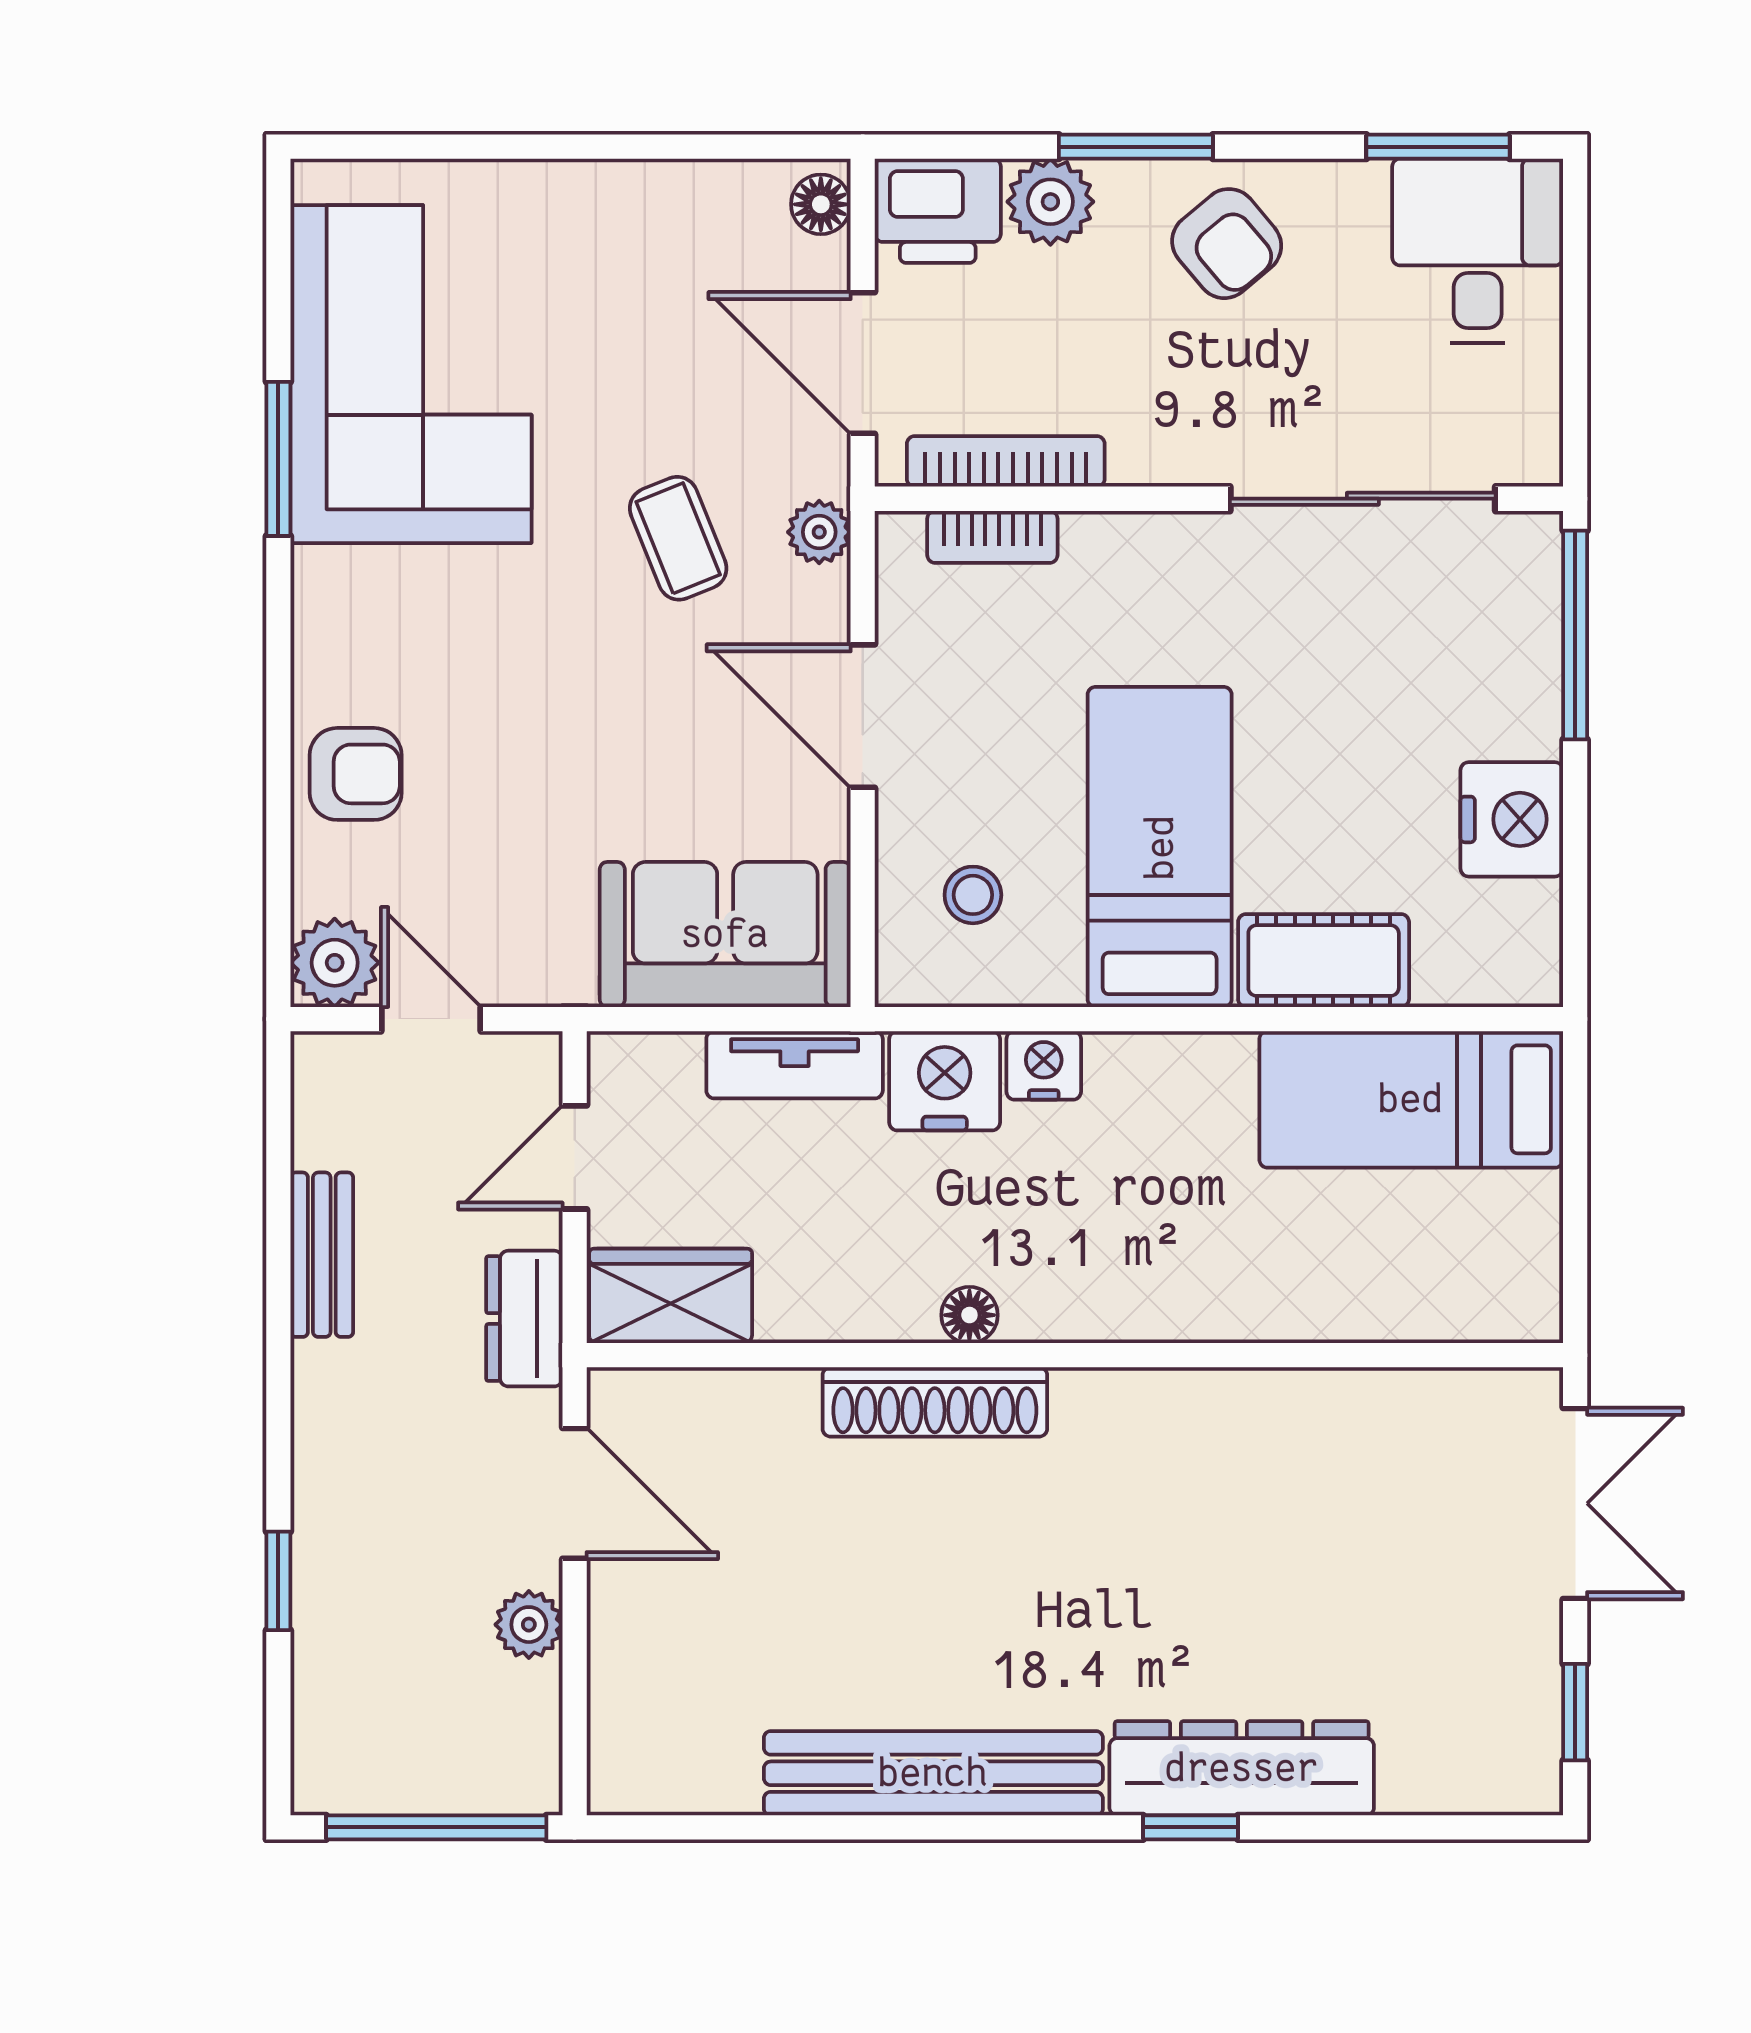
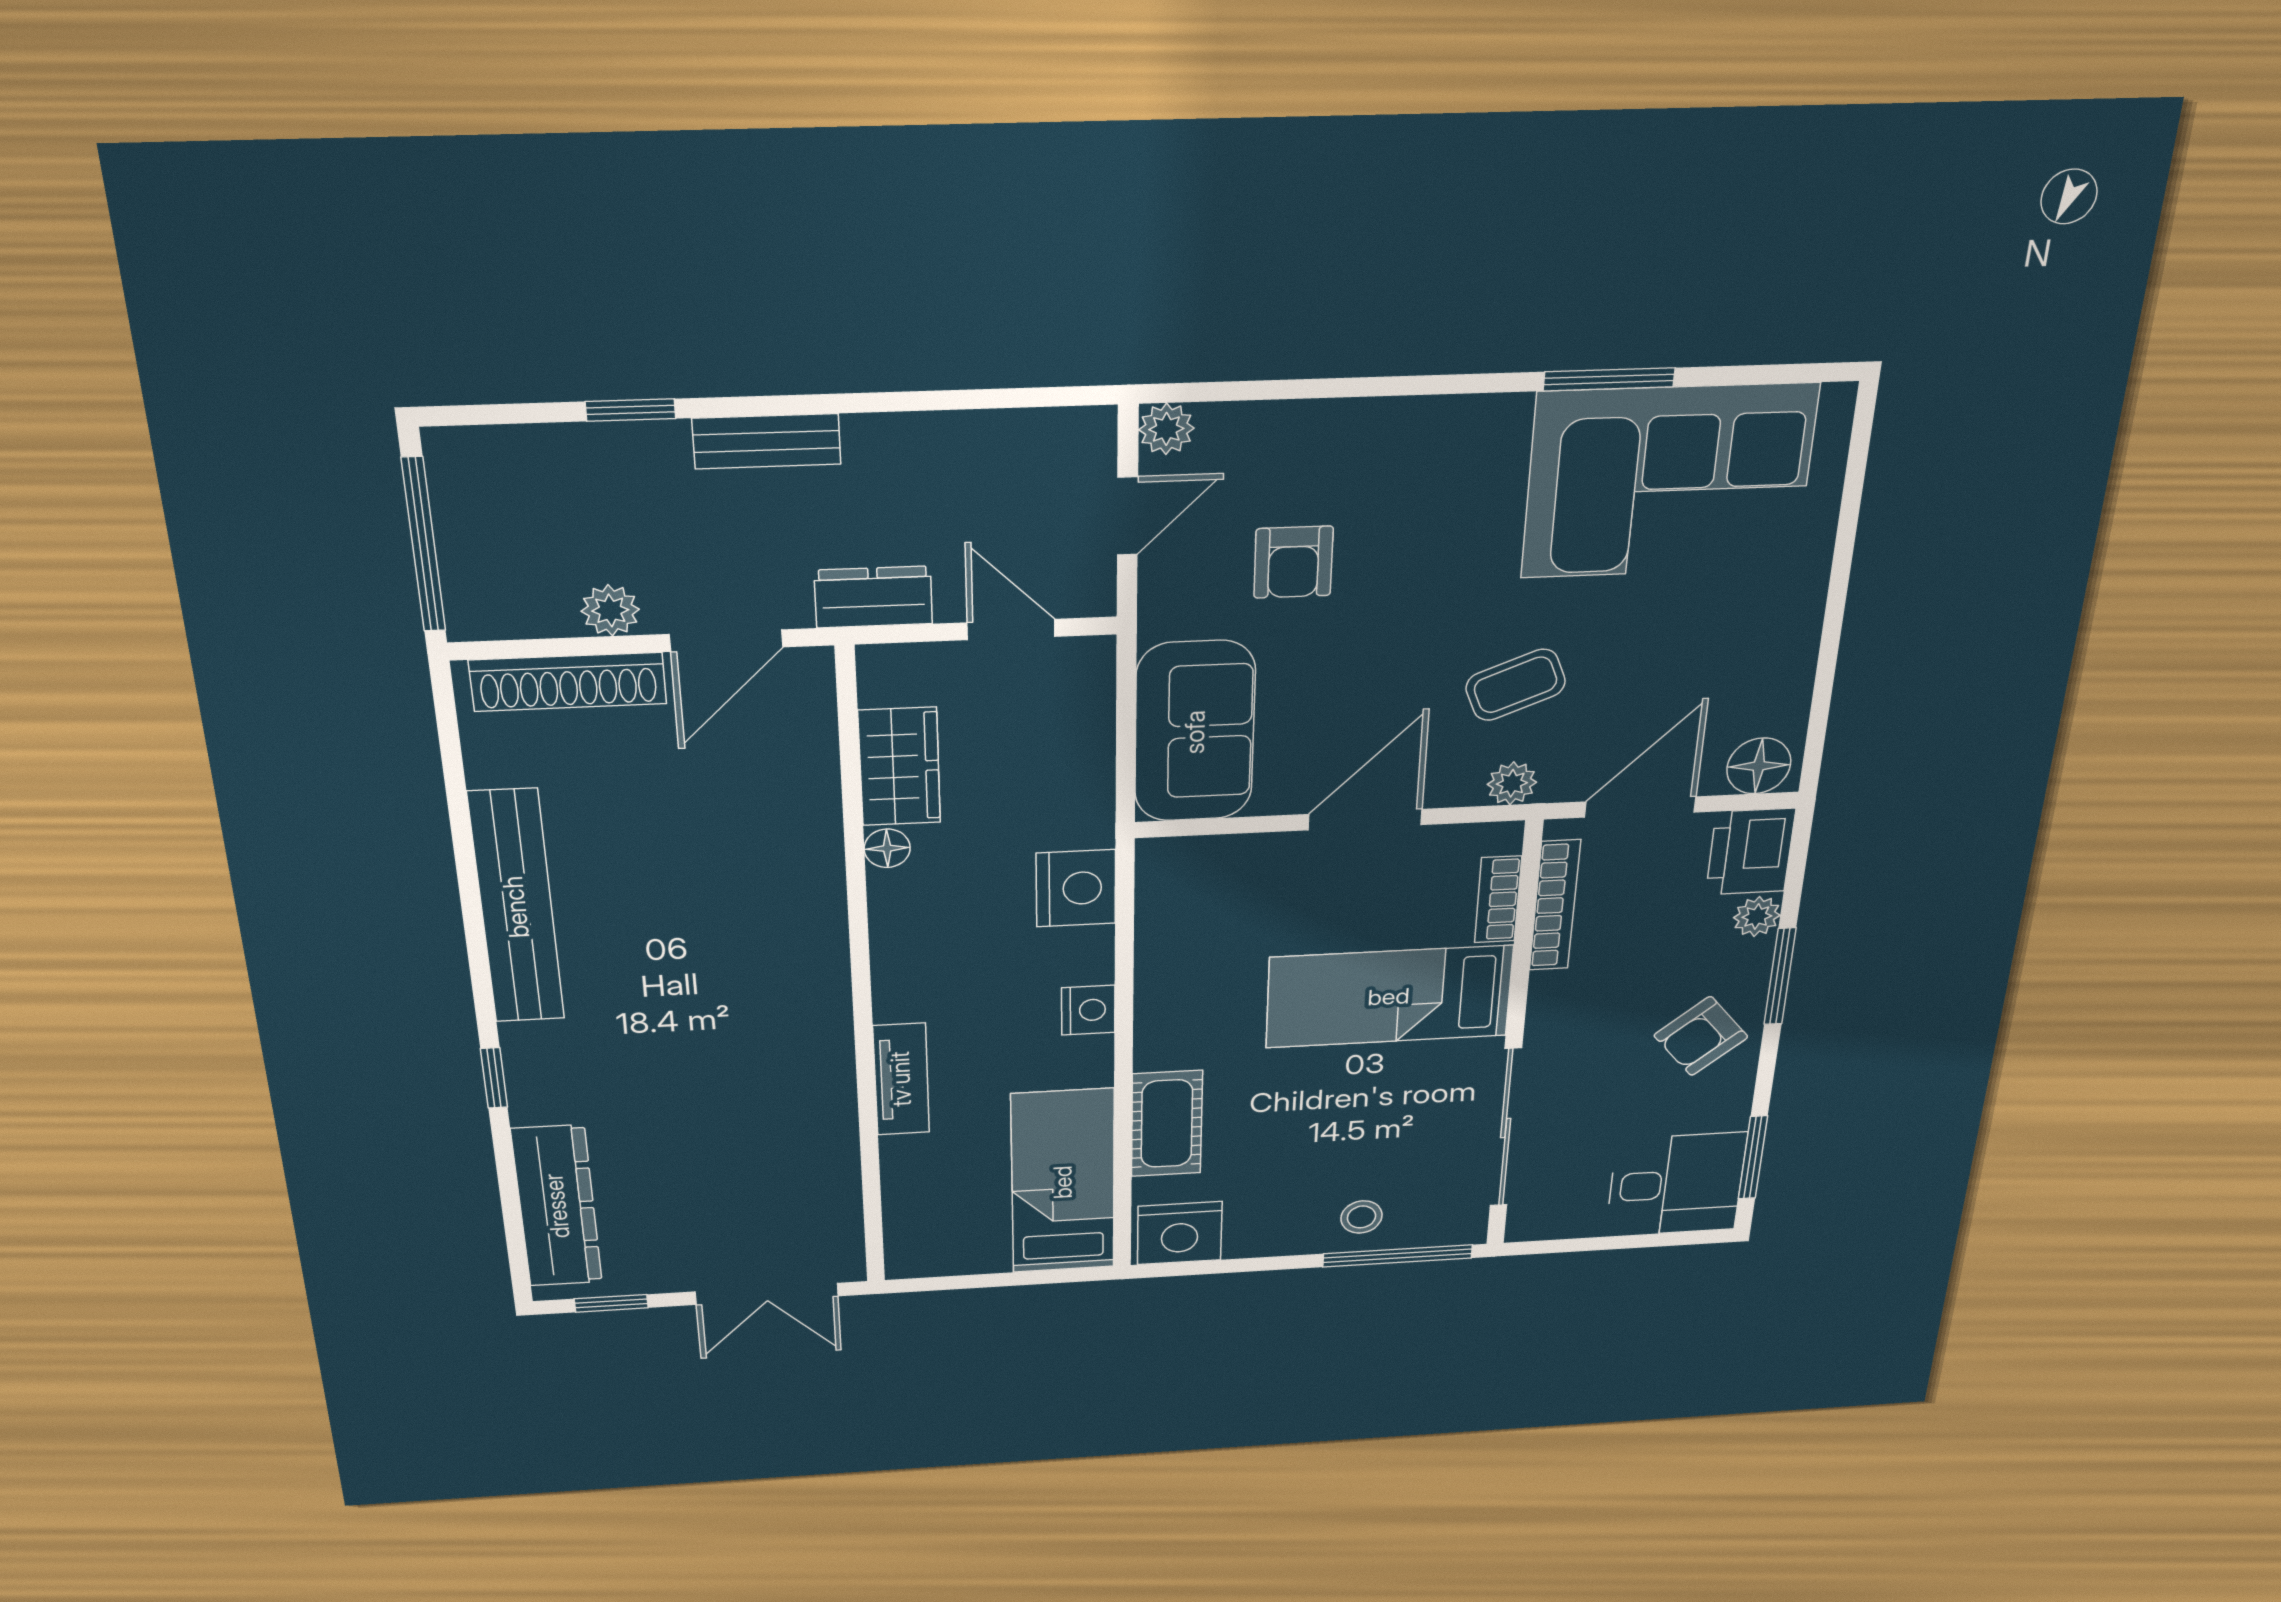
plant: (1050, 202) -> (1757, 917), width x0.73, depth x0.73
floor lamp: (821, 204) -> (1759, 766), width x1.37, depth x1.37
armchair: (356, 774) -> (1293, 562), moved
nightstand: (1512, 819) -> (1180, 1233), moved
bed: (1160, 847) -> (1389, 997), moved, turned 180
stool: (973, 895) -> (1361, 1217), moved
plant: (335, 963) -> (1166, 429), width x0.73, depth x0.73
tv unit: (795, 1065) -> (901, 1079), moved, turned 180
nightstand: (1044, 1065) -> (1088, 1010), moved
bench: (322, 1255) -> (767, 441), moved
wardrobe: (671, 1296) -> (899, 767), moved
floor lamp: (969, 1315) -> (887, 848), moved
shoe rack: (935, 1402) -> (568, 682), moved, turned -90
dresser: (1242, 1768) -> (557, 1206), moved

